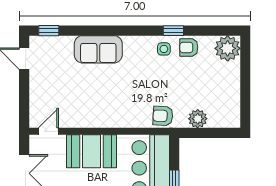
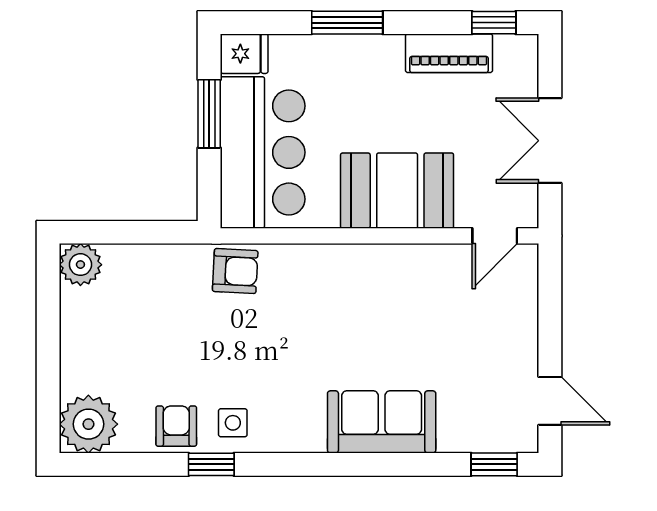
armchair: (189, 47) -> (176, 426), turned -90
plant: (198, 119) -> (80, 265), moved

